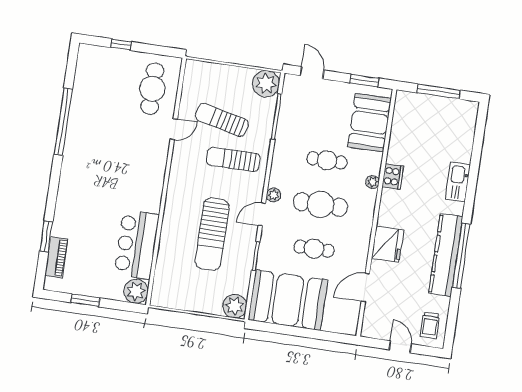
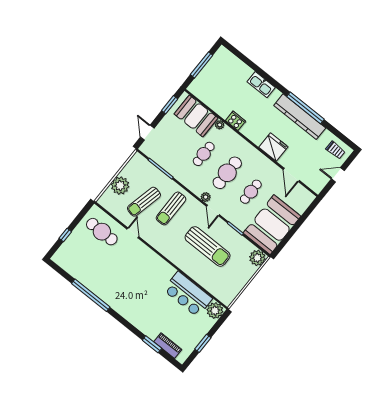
door: (312, 73) -> (147, 133), hinge flipped
plant: (266, 84) -> (120, 186), moved
plant: (373, 182) -> (220, 125), moved

